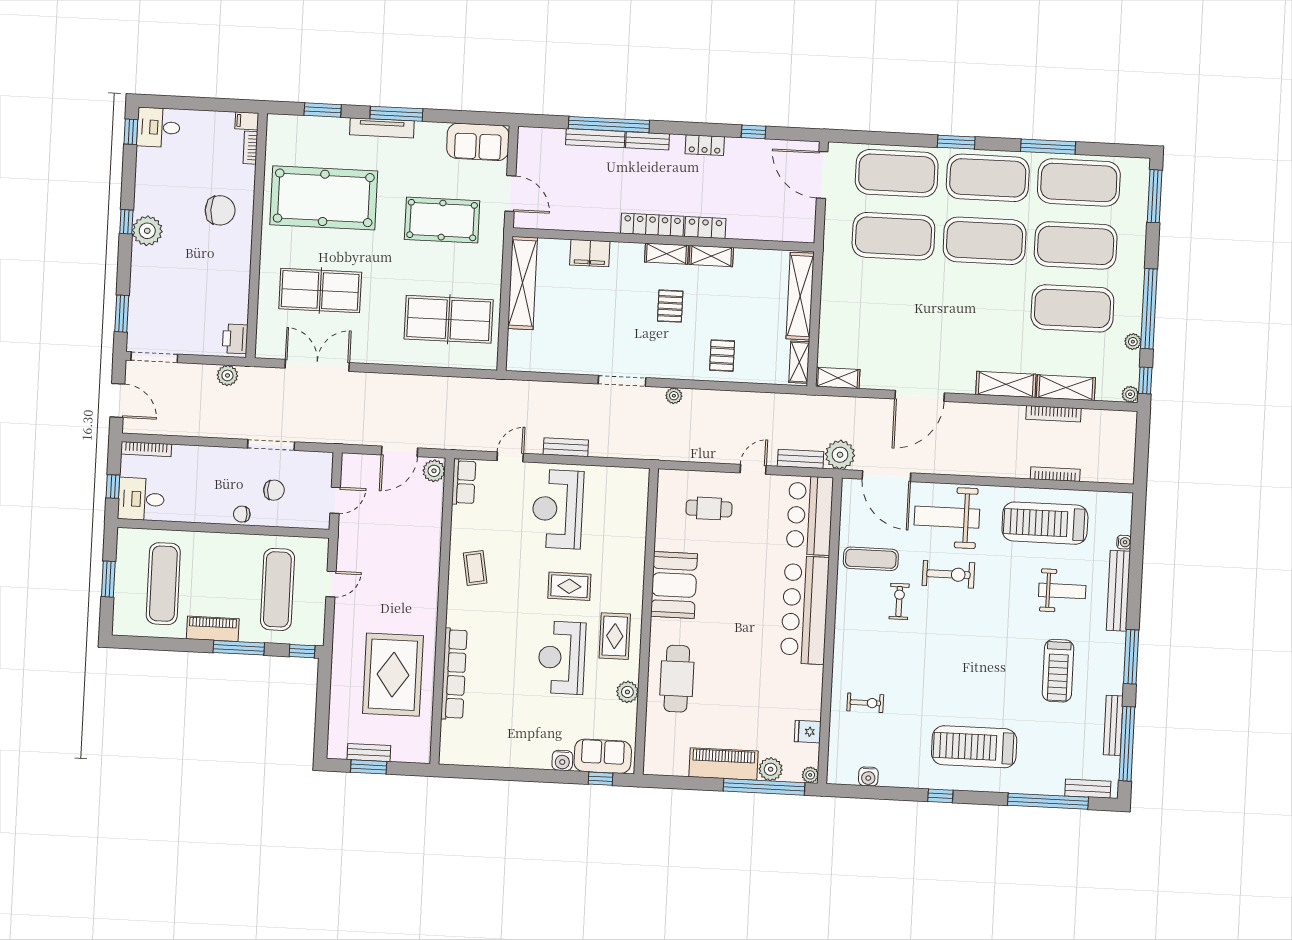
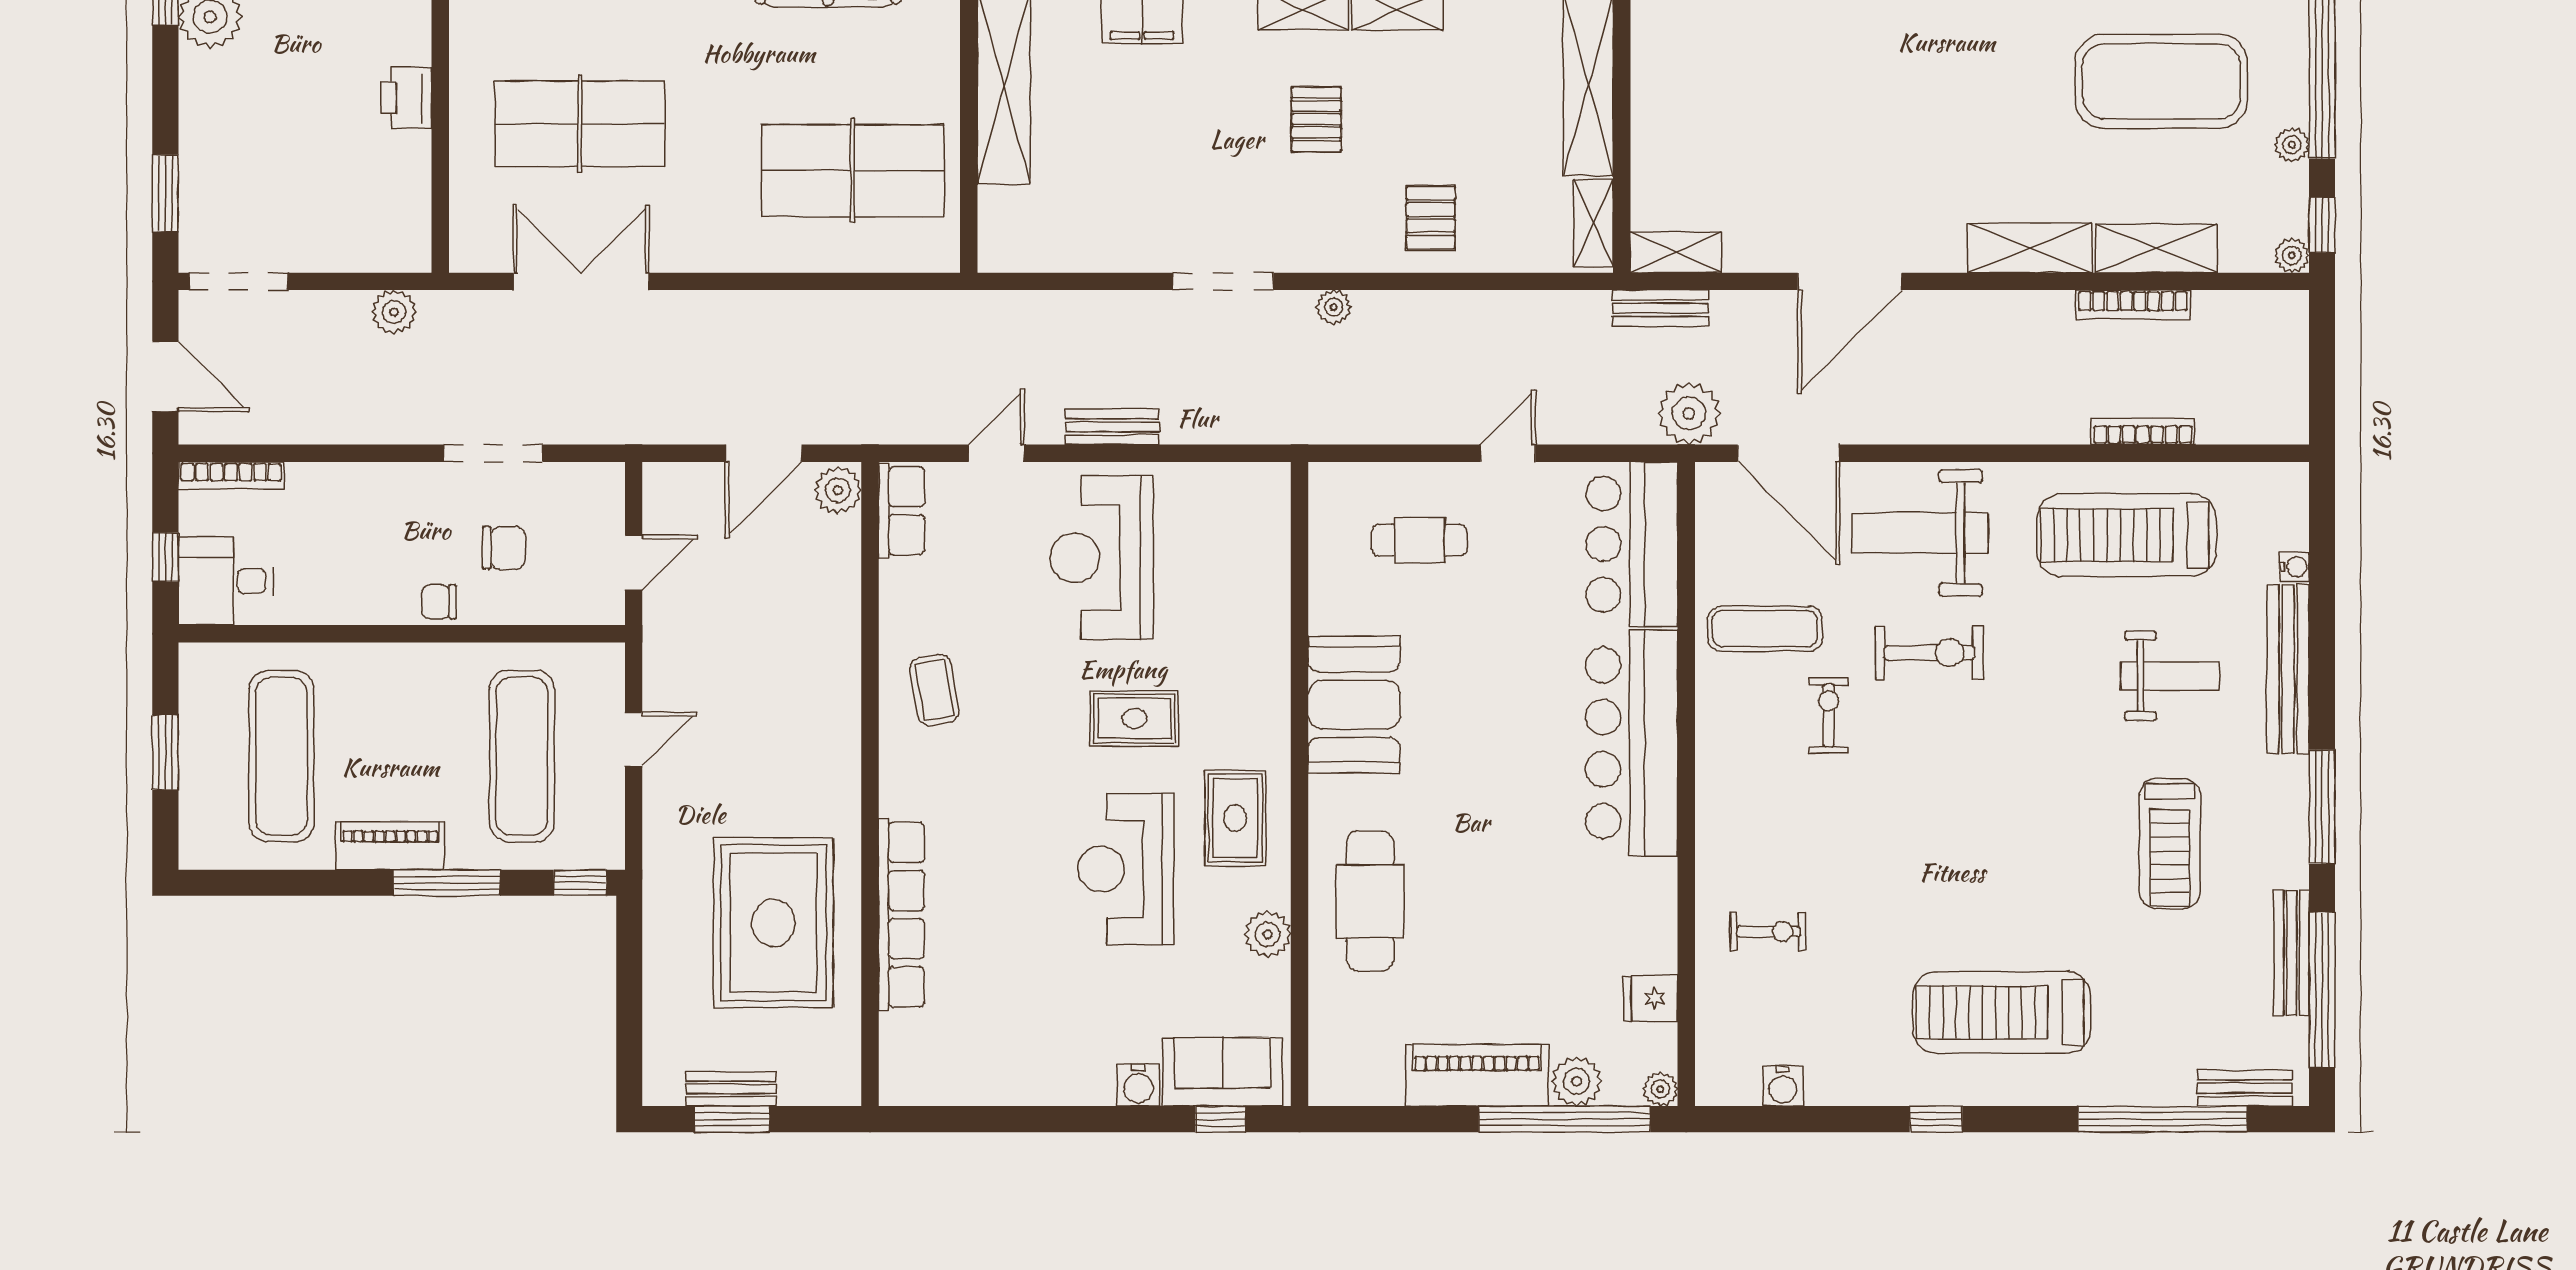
printer: (235, 339) -> (406, 98), moved
bench: (801, 459) -> (1660, 308), moved

